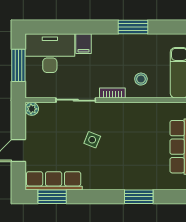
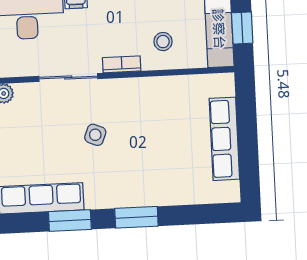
window: (52, 197) -> (70, 221), moved
window: (139, 197) -> (136, 217), moved

